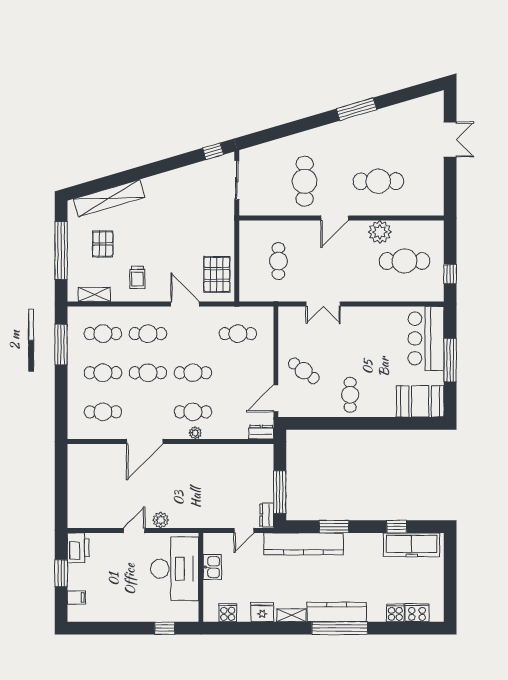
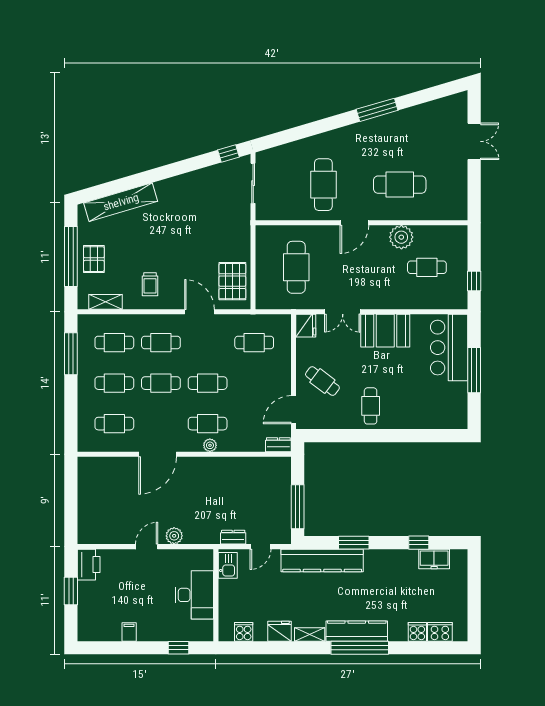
pallet: (103, 244) -> (94, 259), moved
cafe table: (278, 261) -> (296, 267), width x1.37, depth x1.35
cafe table: (405, 261) -> (427, 267), width x0.73, depth x0.74
fridge: (288, 317) -> (306, 326), added
booth: (420, 401) -> (385, 331), moved
dresser: (267, 515) -> (233, 537), moved, turned 90
freezer: (412, 545) -> (434, 559), width x0.52, depth x0.79
kitchen sink: (212, 567) -> (228, 565), moved
desk: (175, 569) -> (194, 595), width x0.73, depth x0.77
filing cabinet: (76, 598) -> (129, 632), moved, turned -90

